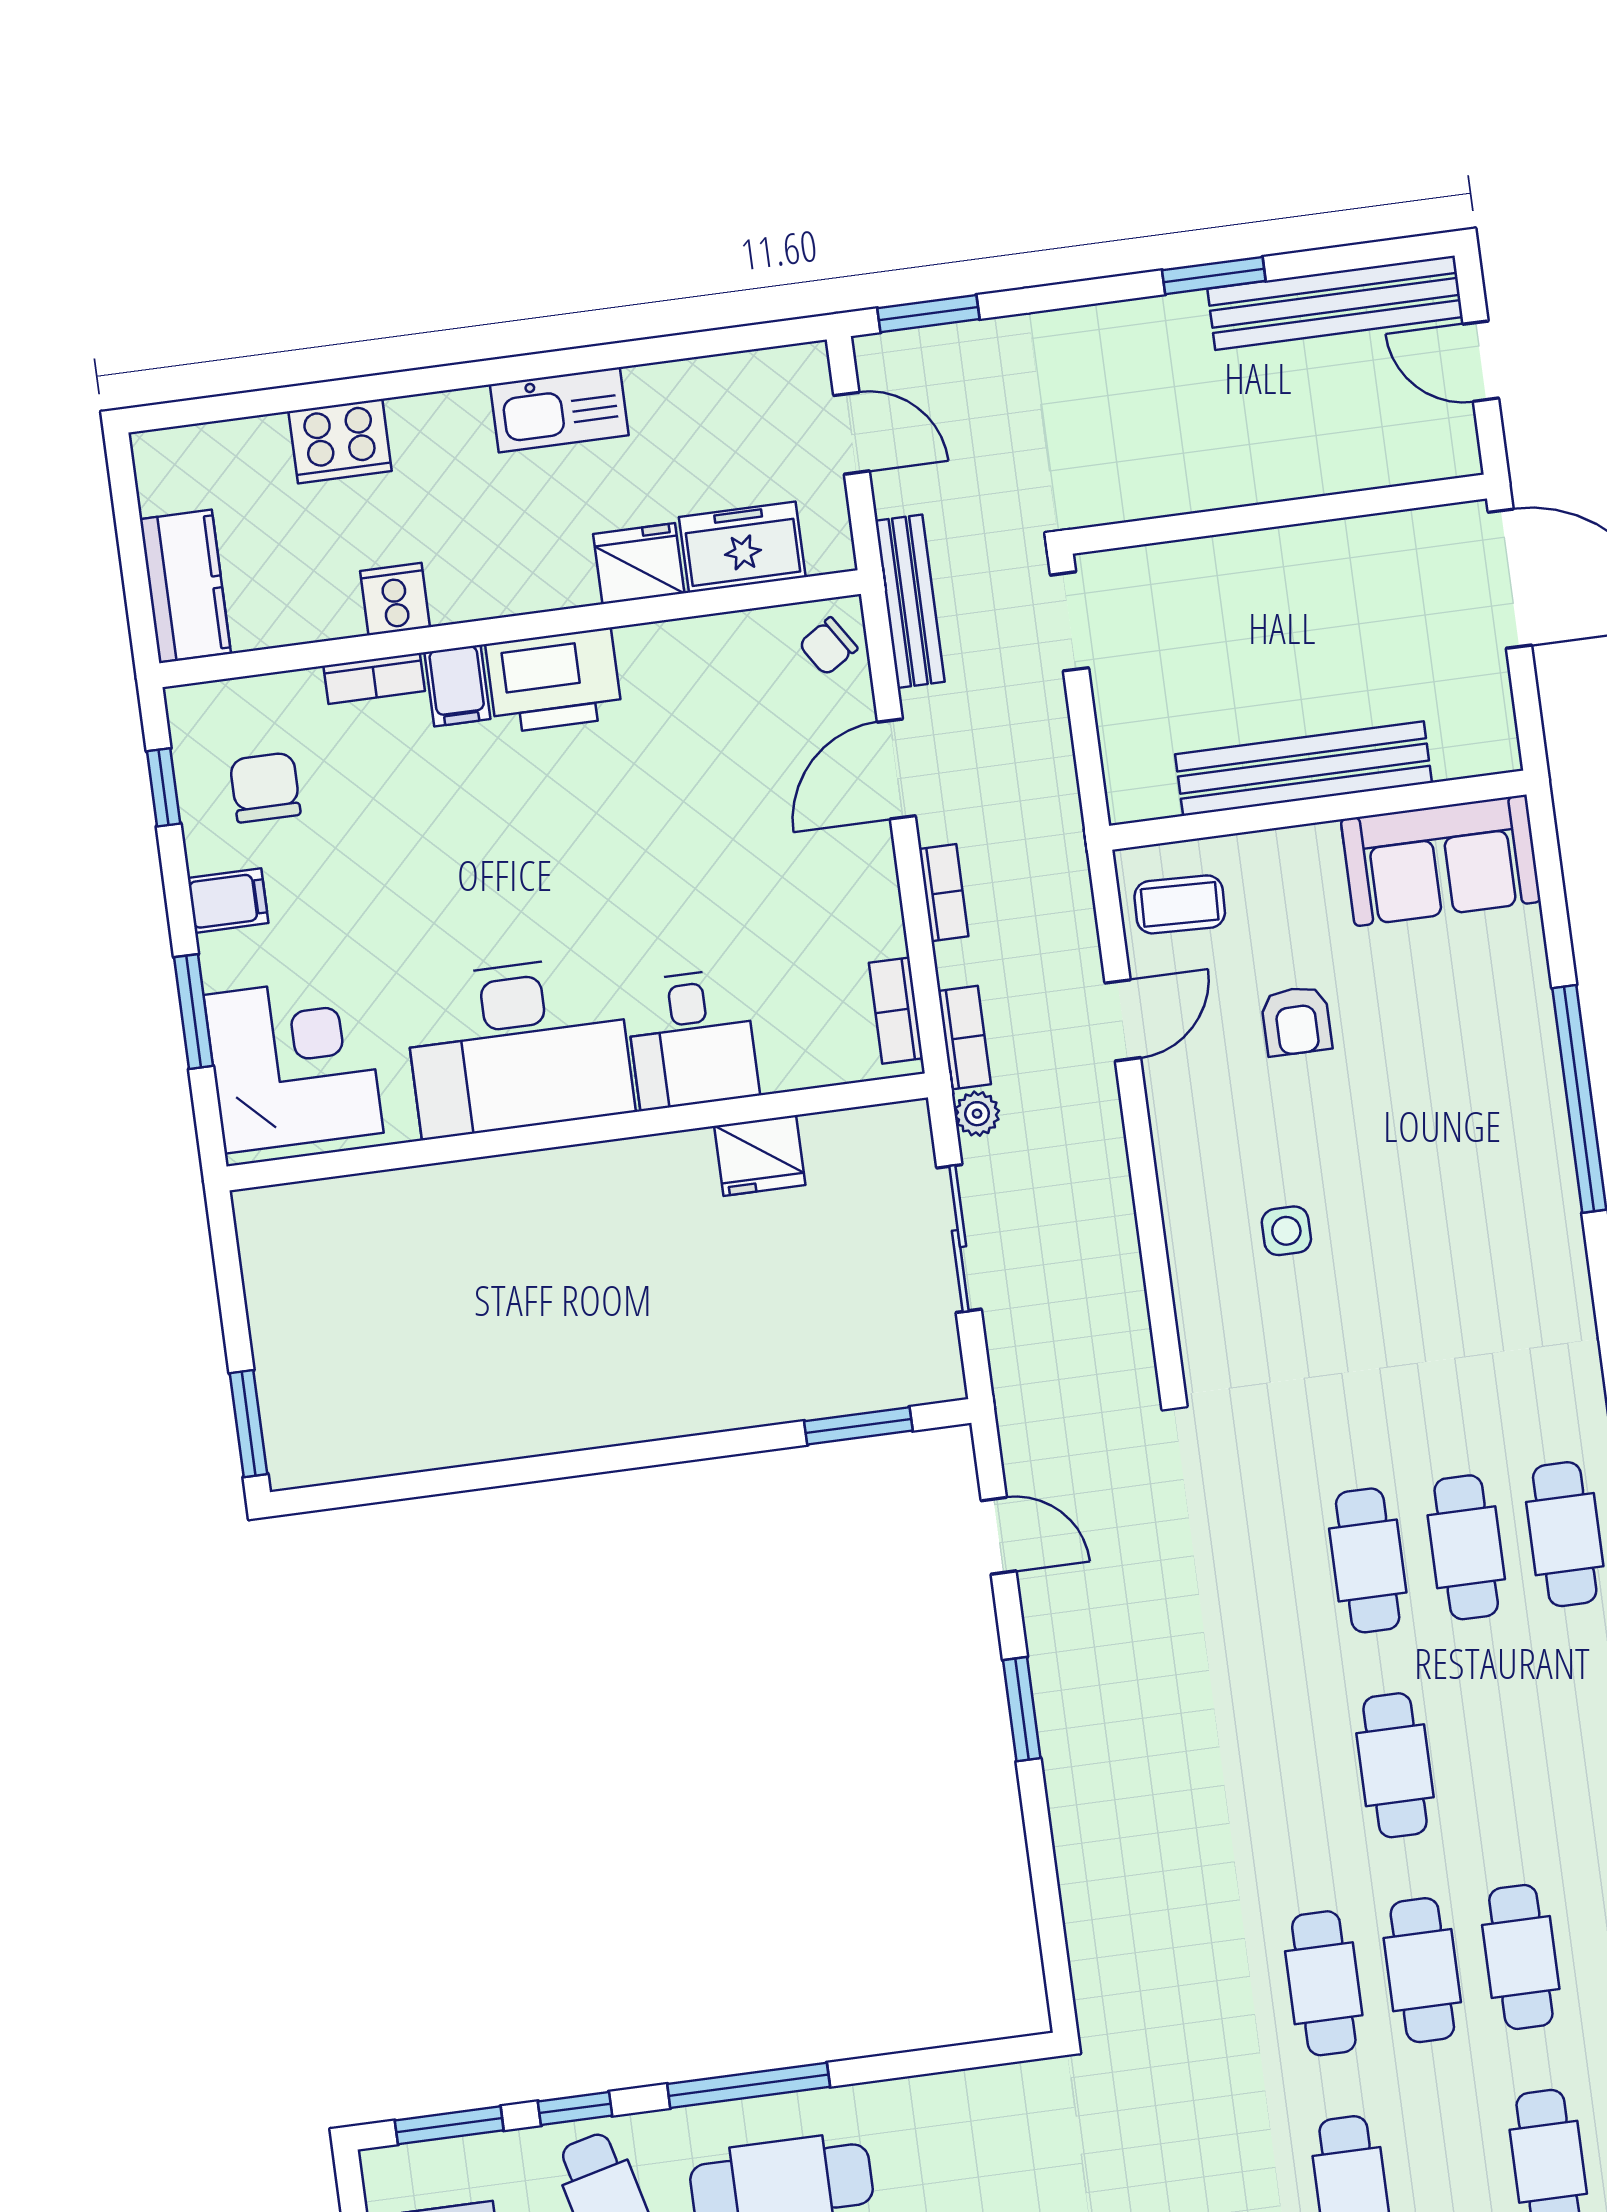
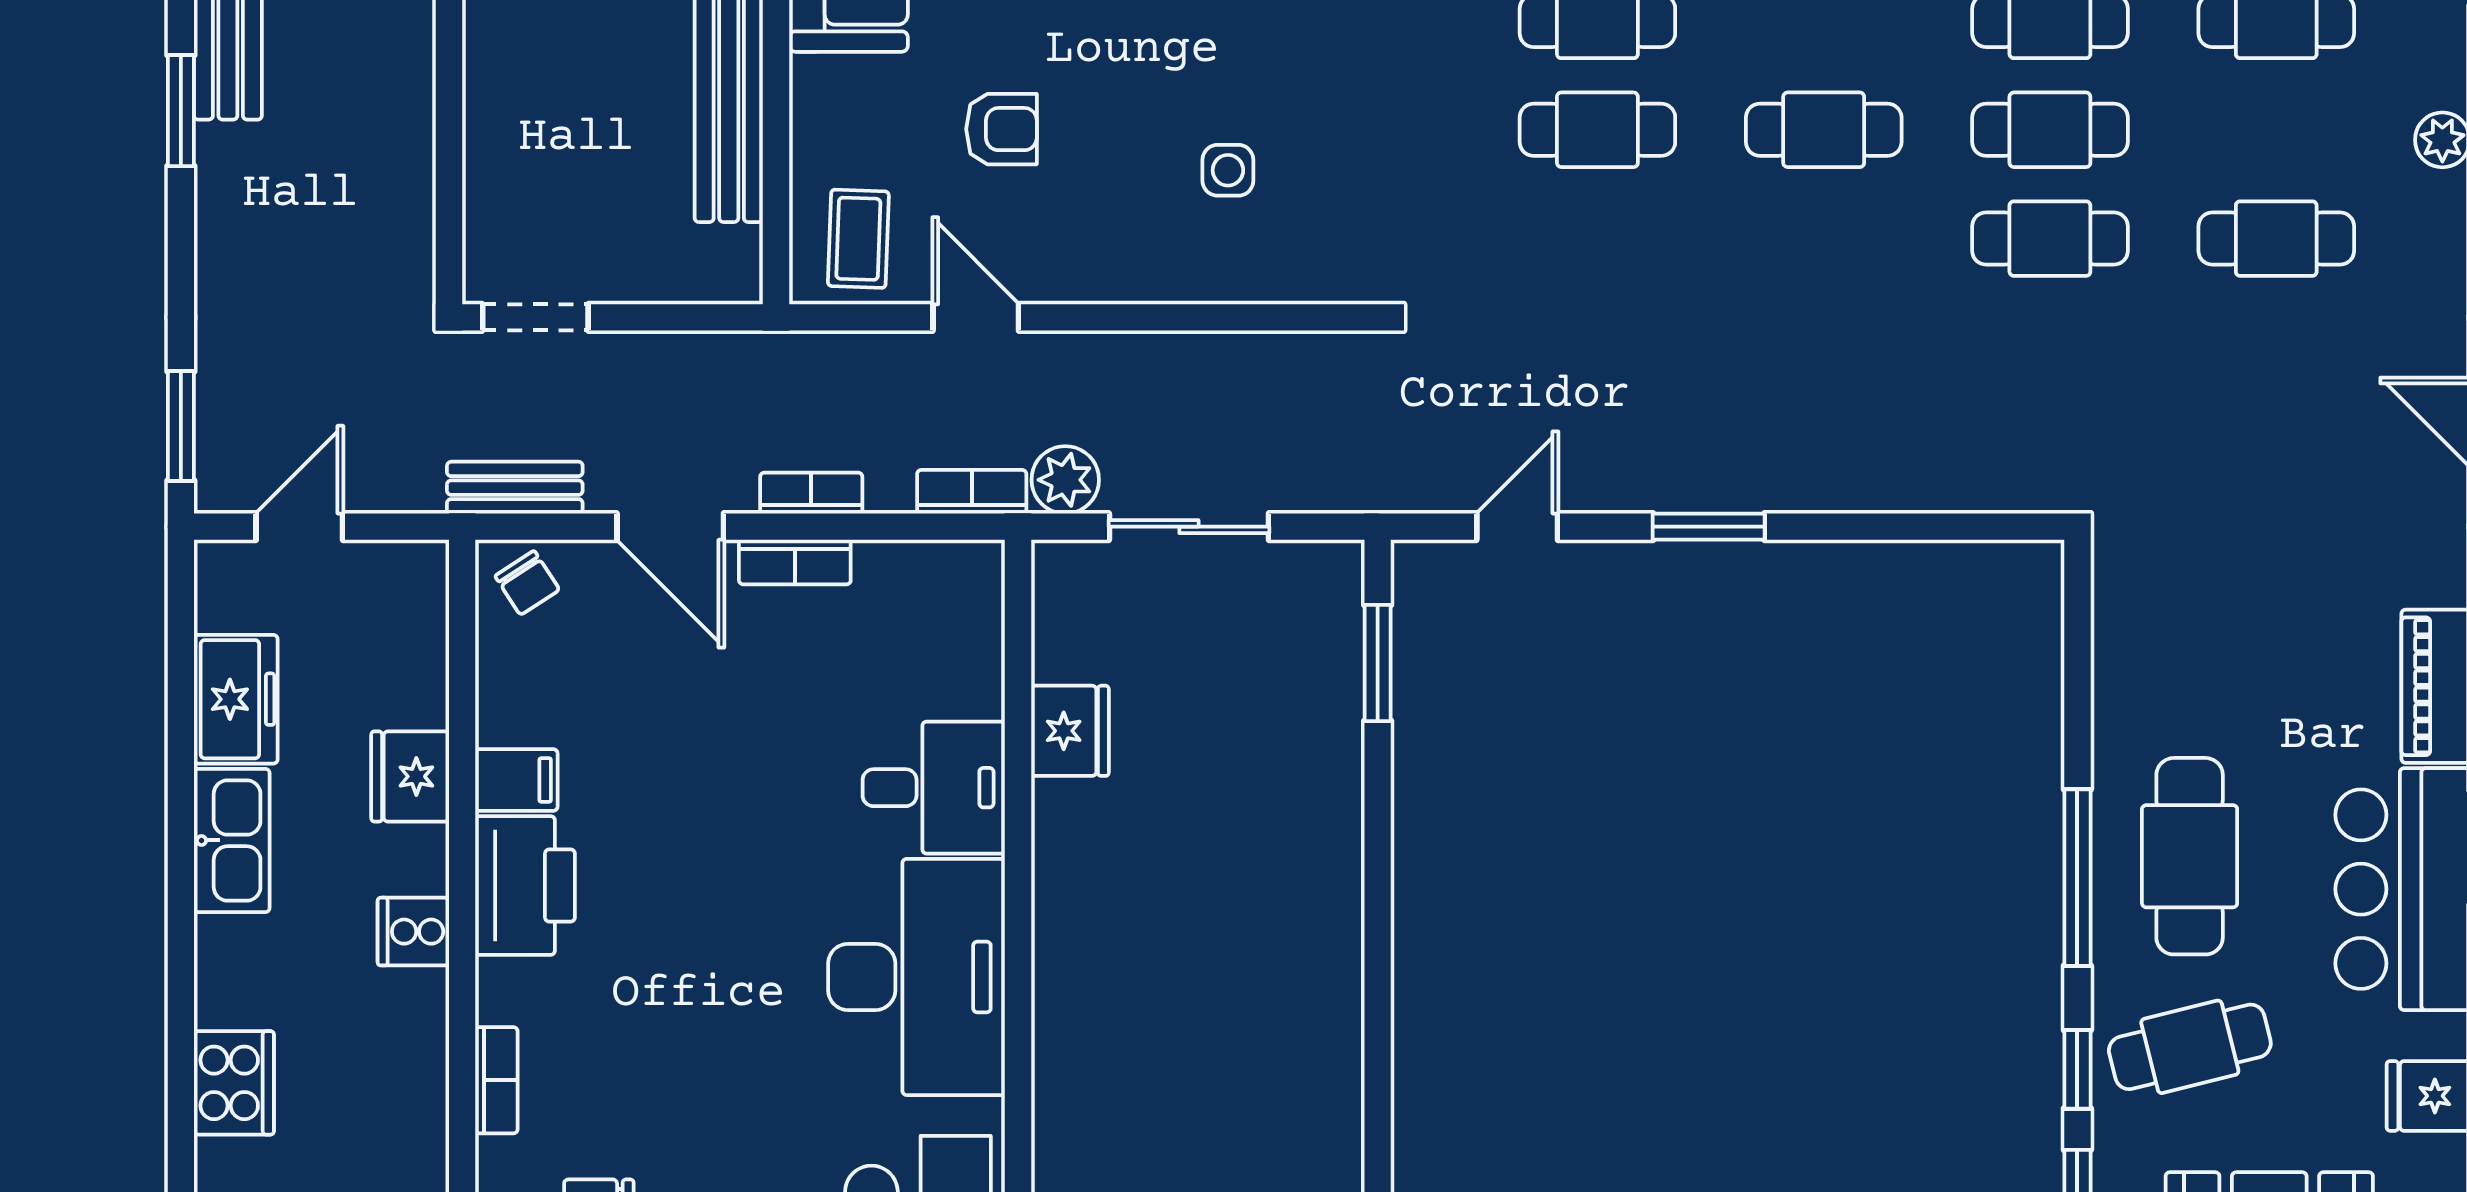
freezer: (742, 547) -> (236, 699), moved, turned 180
cooker: (395, 599) -> (413, 932), moved
bench: (910, 601) -> (515, 488), width x0.73
filing cabinet: (457, 686) -> (516, 780), moved
bookcase: (896, 1011) -> (795, 562), moved
plant: (977, 1114) -> (1065, 480), width x1.38, depth x1.38

